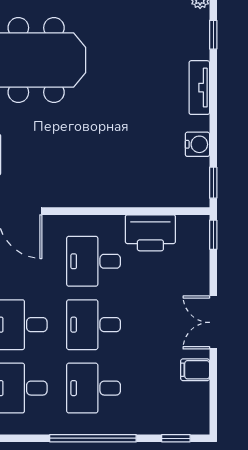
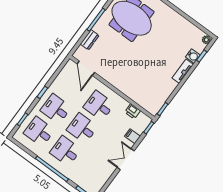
water cooler: (197, 144) -> (193, 56), moved
printer: (150, 233) -> (133, 111), width x0.53, depth x0.68
filing cabinet: (195, 370) -> (133, 136), moved

